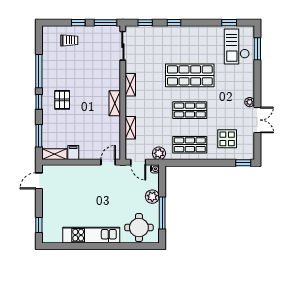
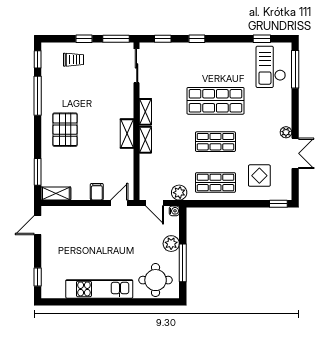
window: (257, 49) -> (295, 69), width x1.44
pallet: (62, 100) -> (65, 130), width x1.50, depth x1.42
window: (39, 102) -> (38, 59), moved
shelving: (130, 128) -> (145, 140), moved
filing cabinet: (73, 153) -> (97, 192), moved

